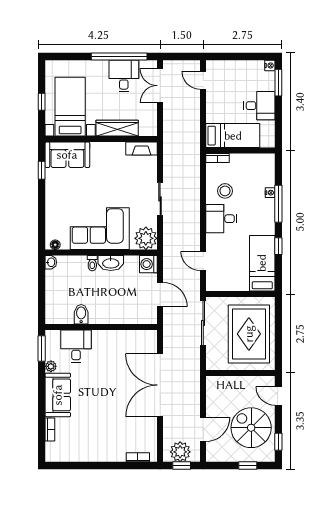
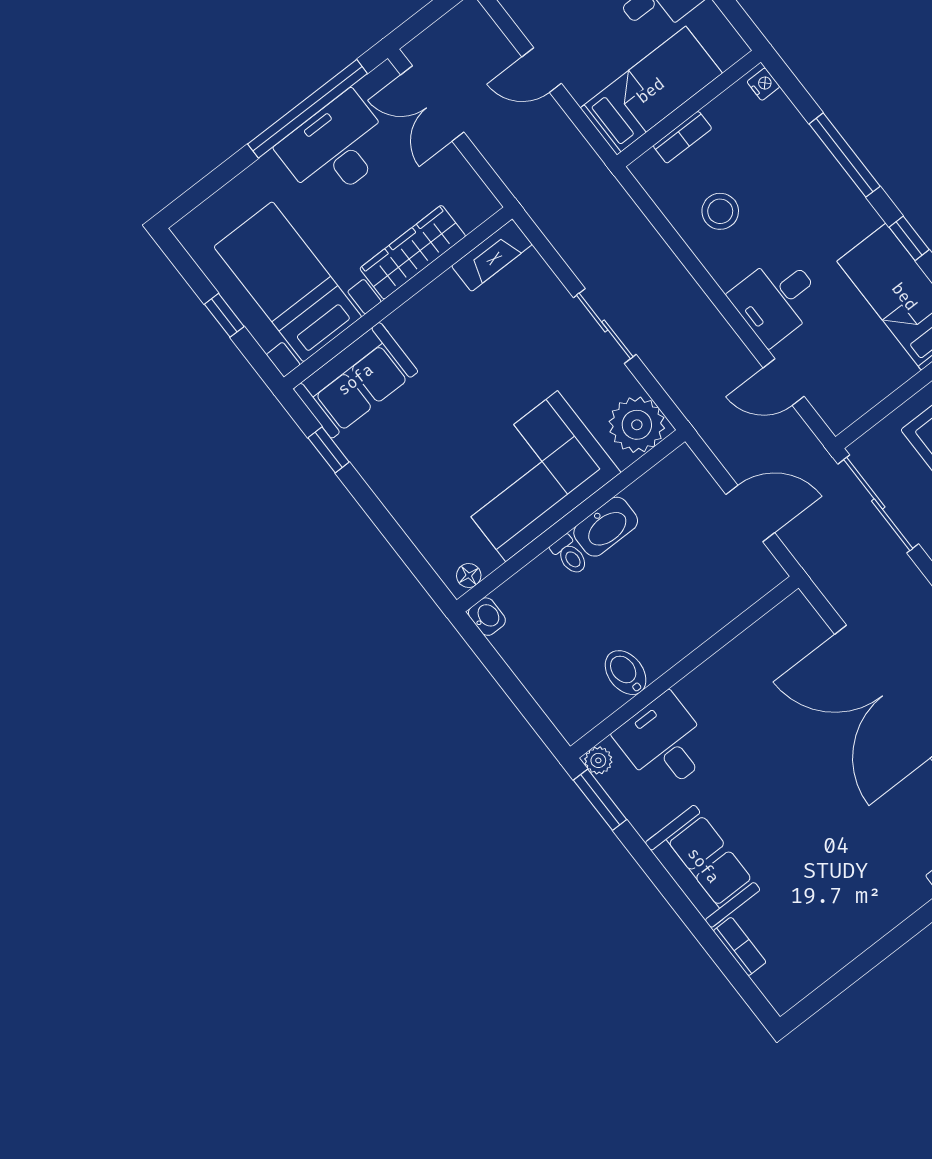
desk: (124, 76) -> (336, 148), width x1.37
door: (203, 80) -> (542, 70), moved
bookcase: (218, 158) -> (682, 137), moved
nightstand: (270, 193) -> (763, 84), moved
desk: (221, 219) -> (777, 299), moved
washing machine: (148, 264) -> (681, 472), removed
plant: (51, 366) -> (598, 760), moved

